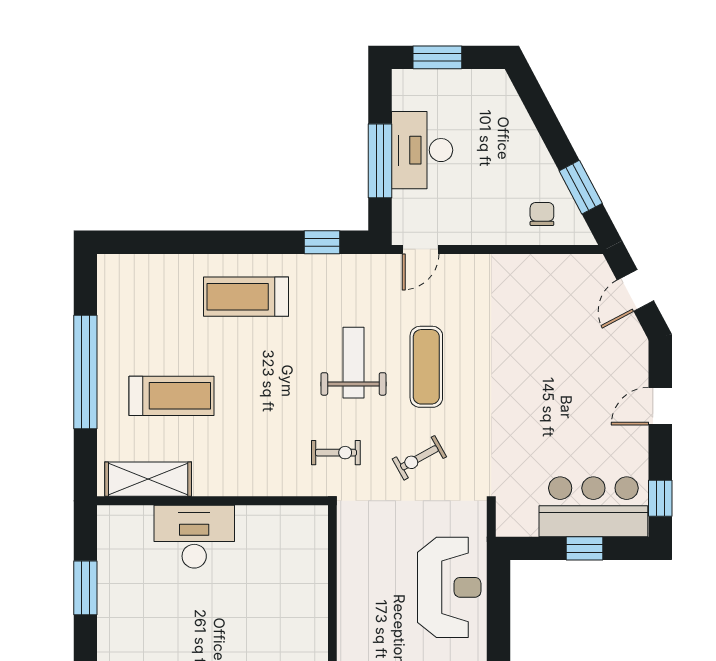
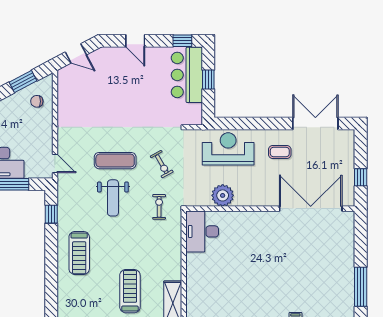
weight bench: (353, 363) -> (113, 198), turned -90
desk: (194, 537) -> (202, 231), moved
plant: (358, 577) -> (223, 195), added

